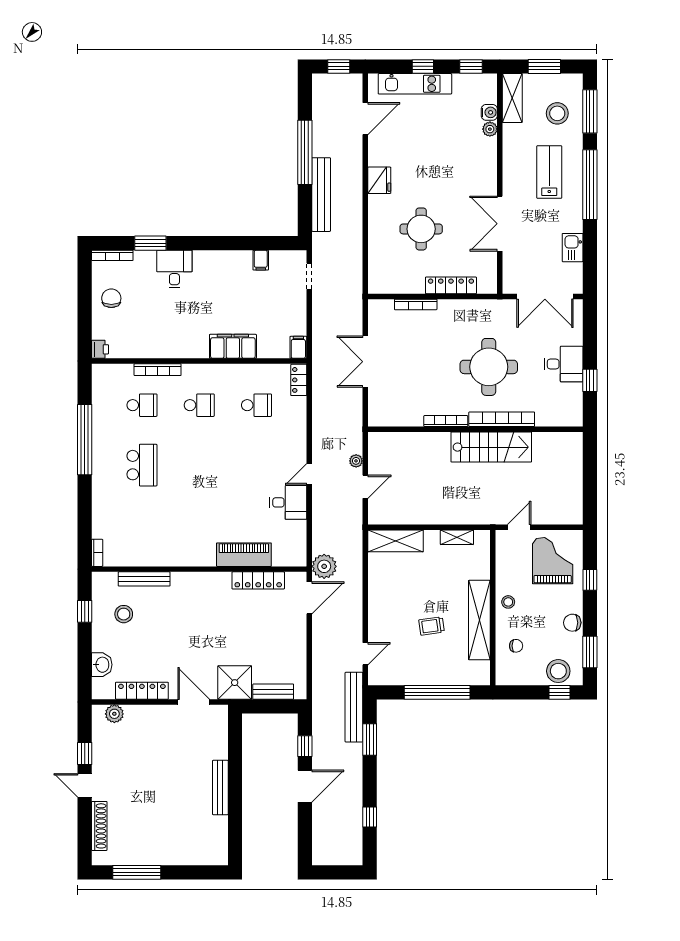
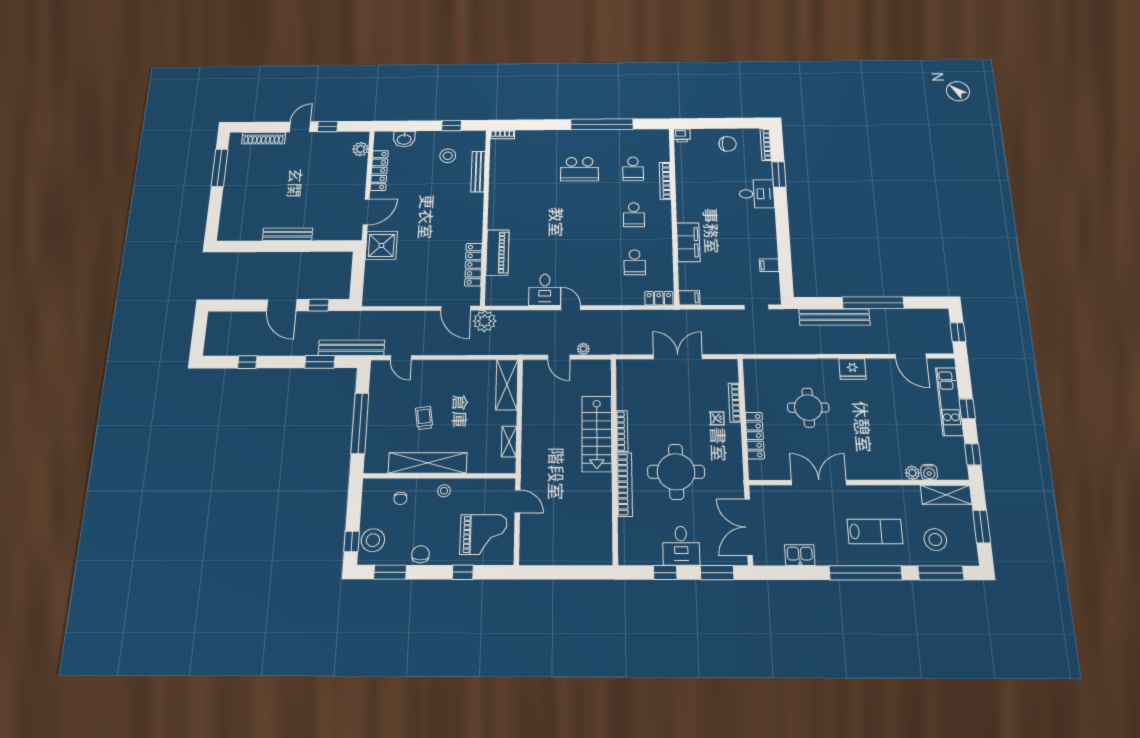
window: (590, 330) -> (717, 573), added
stairs: (491, 447) -> (597, 434), moved
bench: (273, 692) -> (371, 278), removed

